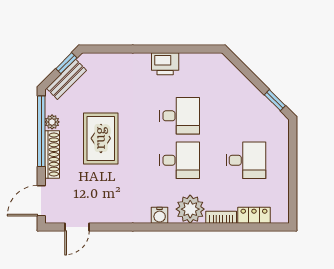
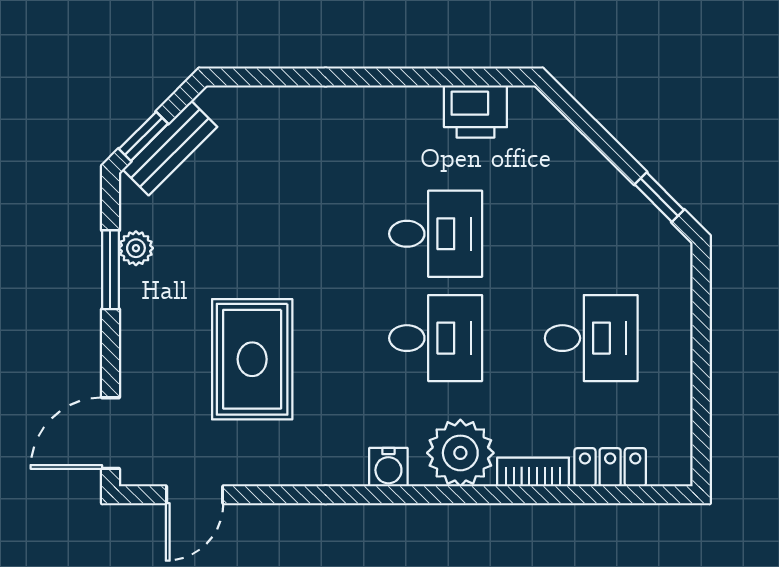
window: (66, 63) -> (143, 136), moved
printer: (165, 64) -> (475, 112), moved
window: (41, 131) -> (110, 270), width x0.47
rug: (101, 138) -> (252, 359), moved
shoe rack: (52, 155) -> (136, 325), removed

